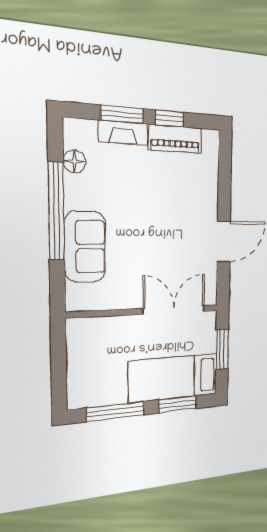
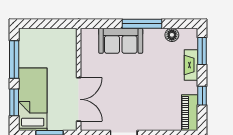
window: (122, 114) -> (202, 51), moved
piano: (175, 139) -> (190, 113), moved
window: (56, 211) -> (142, 24), width x0.68

